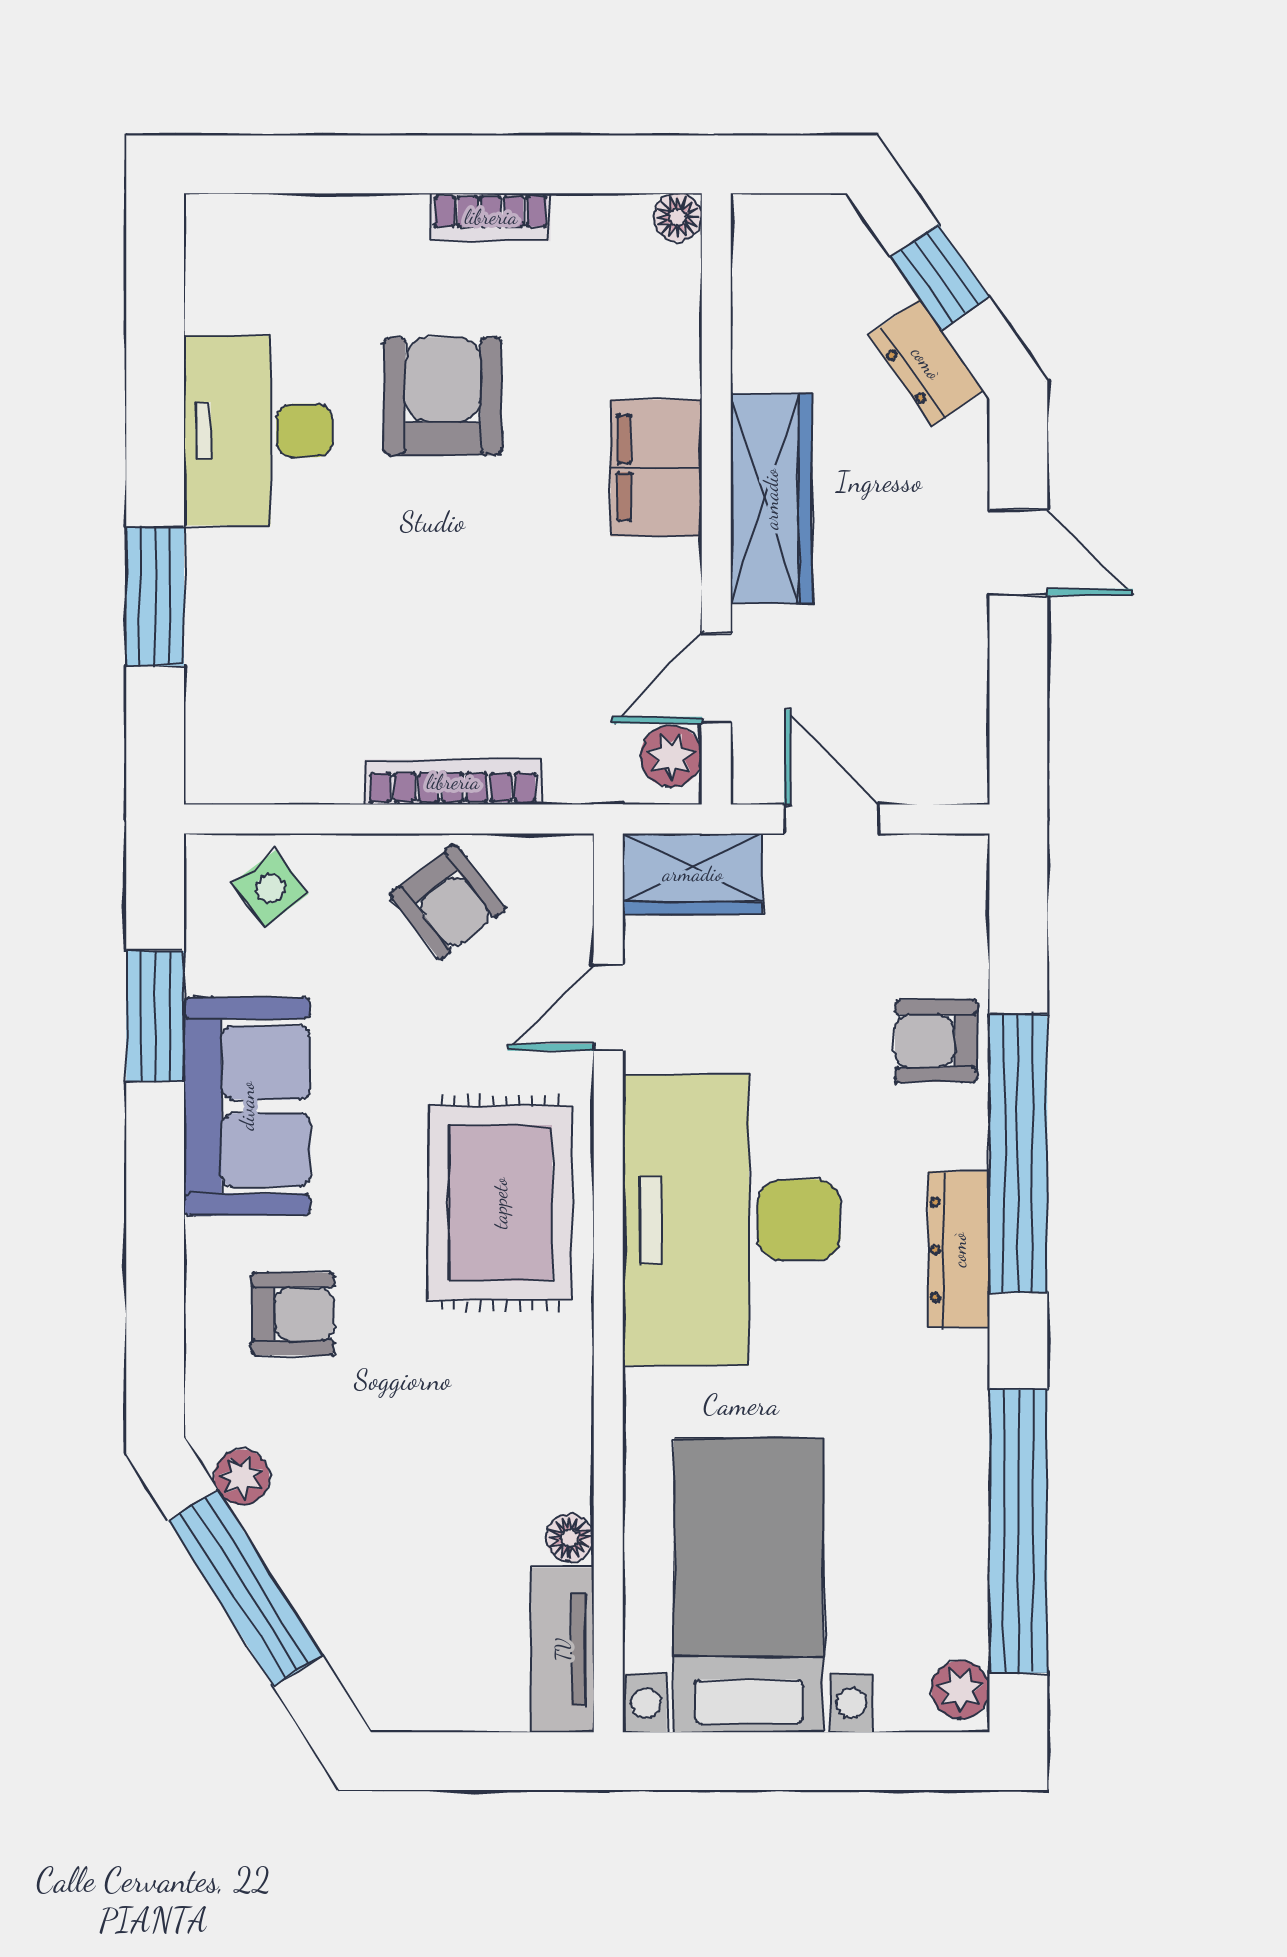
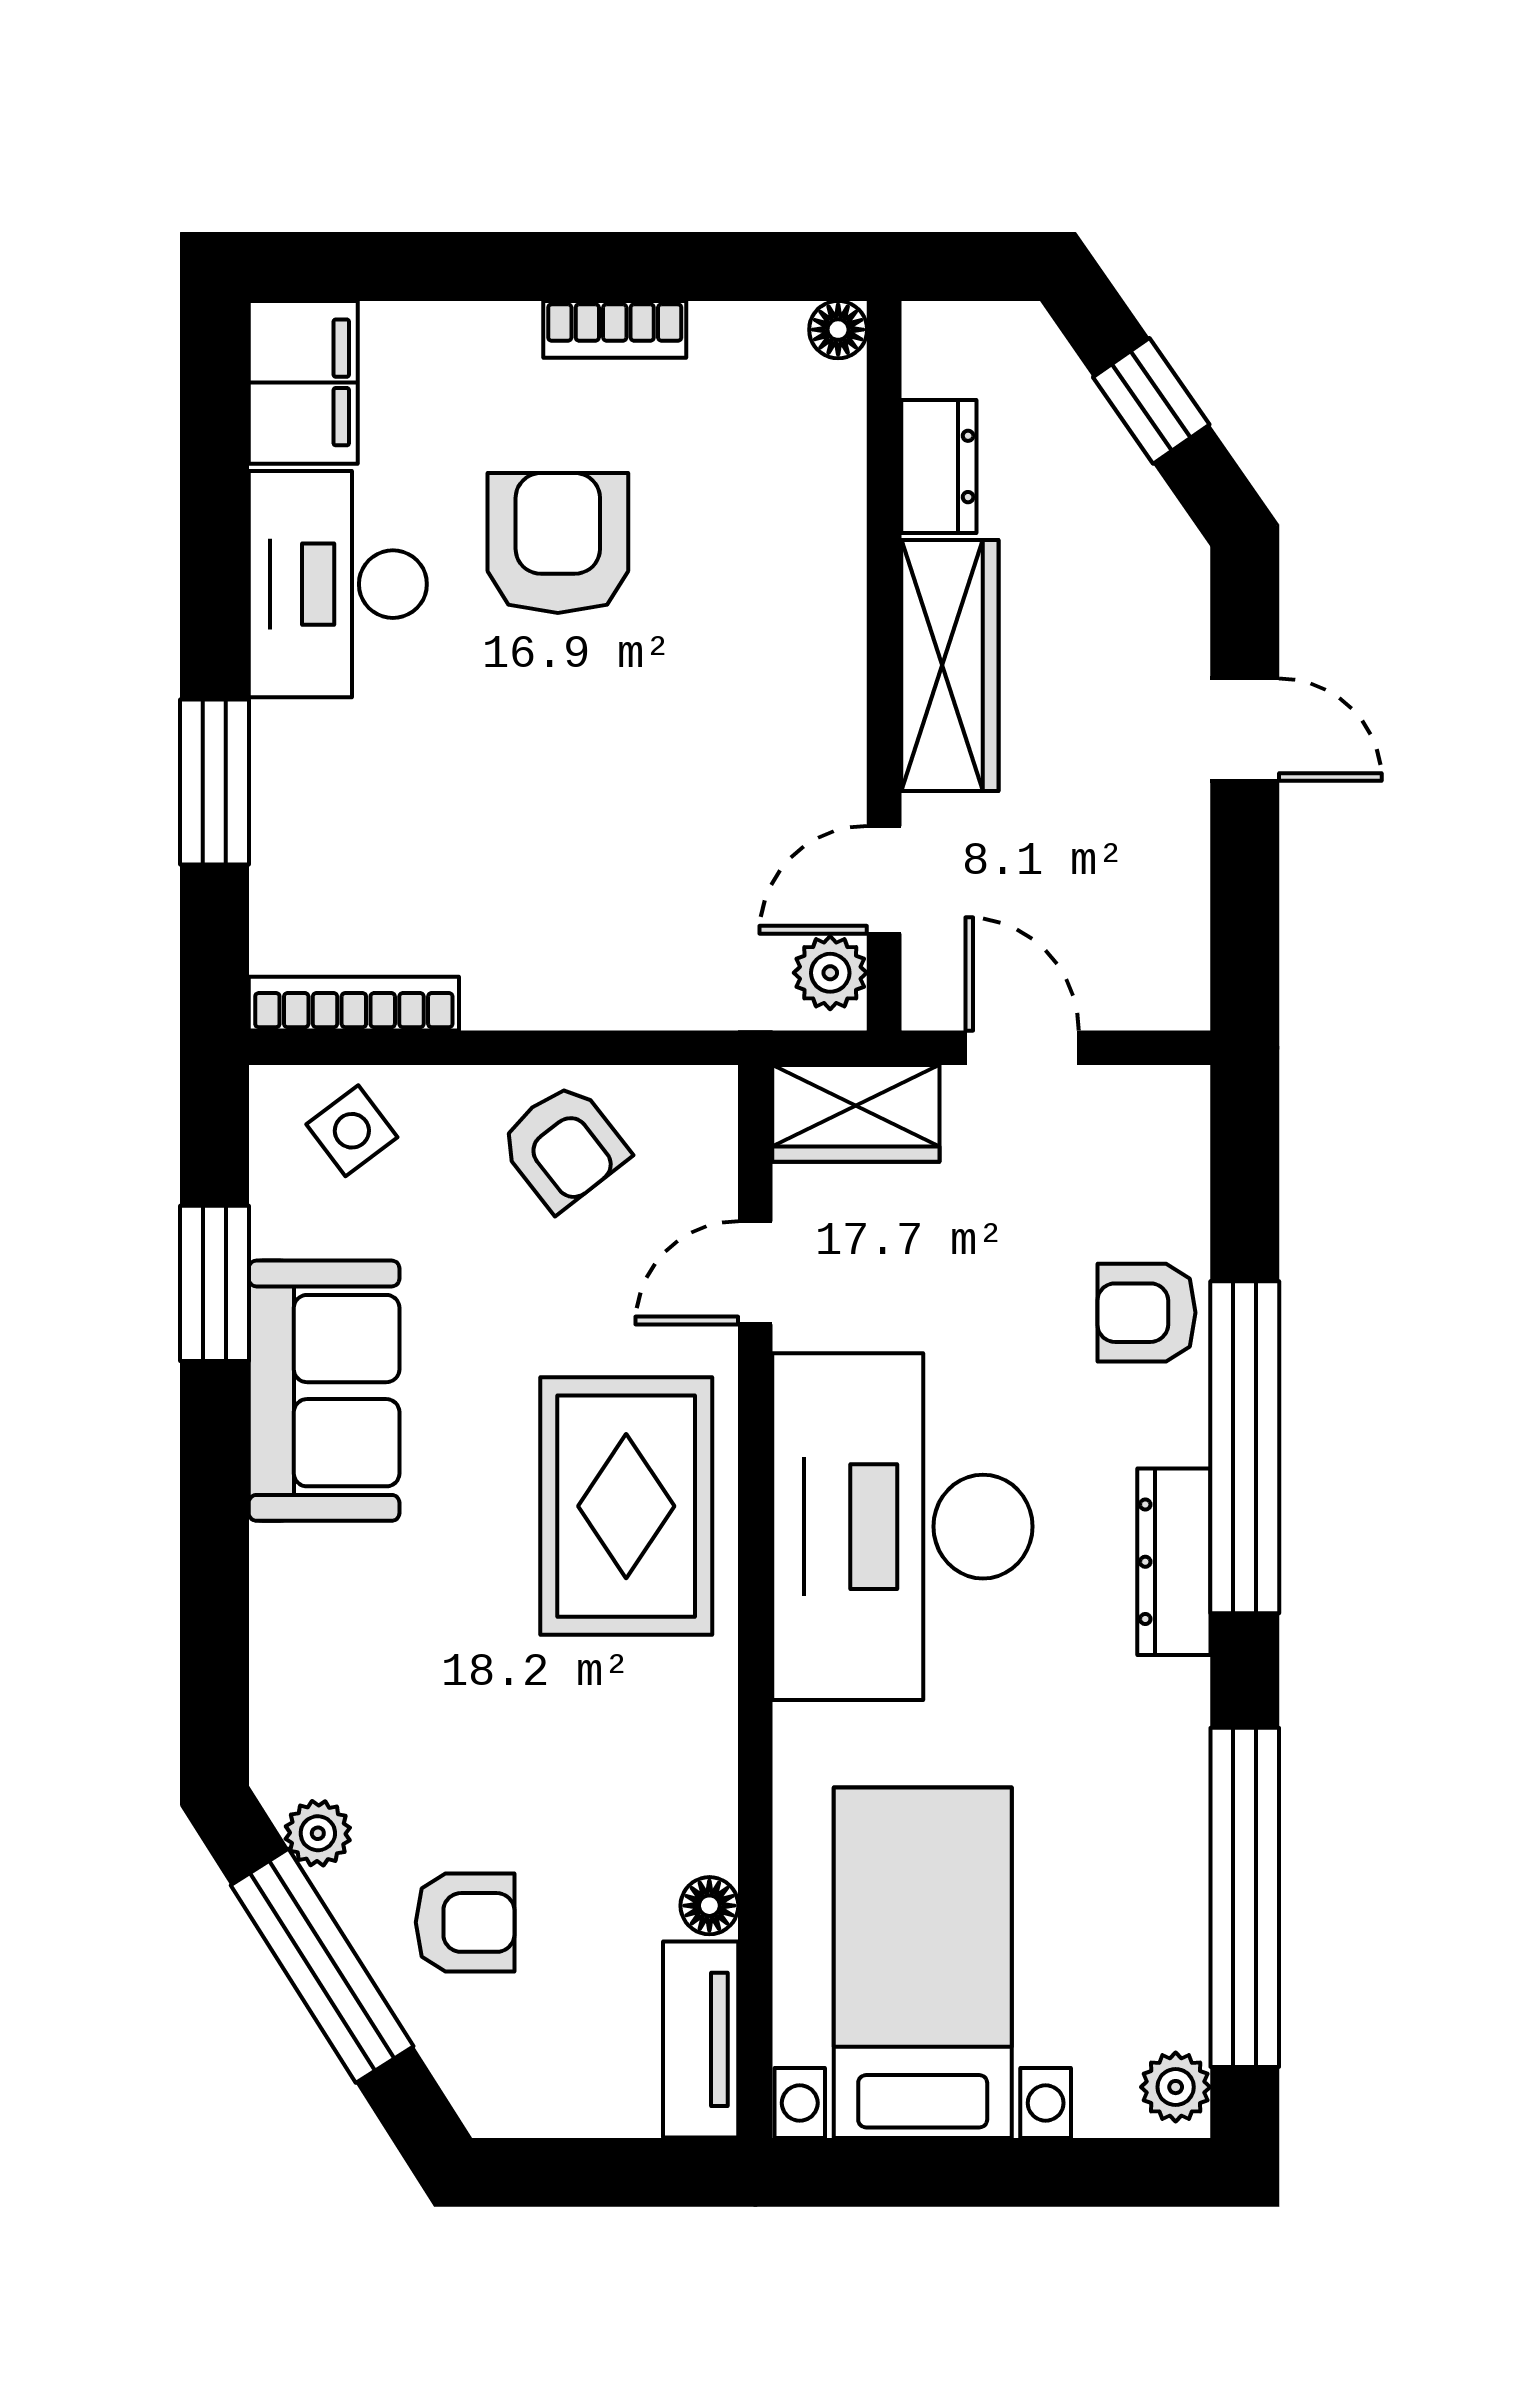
dresser: (926, 363) -> (939, 466), moved, turned -145
filing cabinet: (656, 468) -> (303, 382), moved, turned 180
bookcase: (453, 782) -> (354, 1004), moved
armchair: (293, 1314) -> (465, 1922), moved

